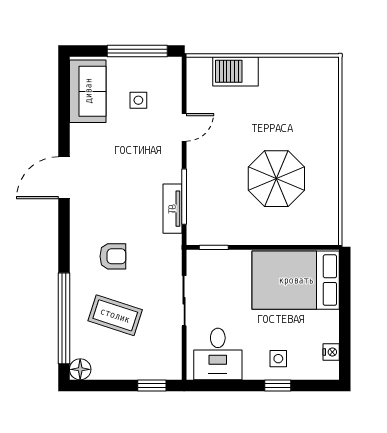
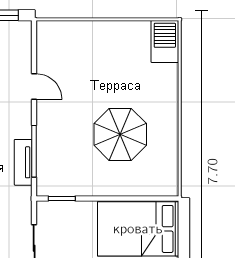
barbecue: (236, 71) -> (165, 42), moved, turned 90
door: (184, 127) -> (34, 86), hinge flipped

